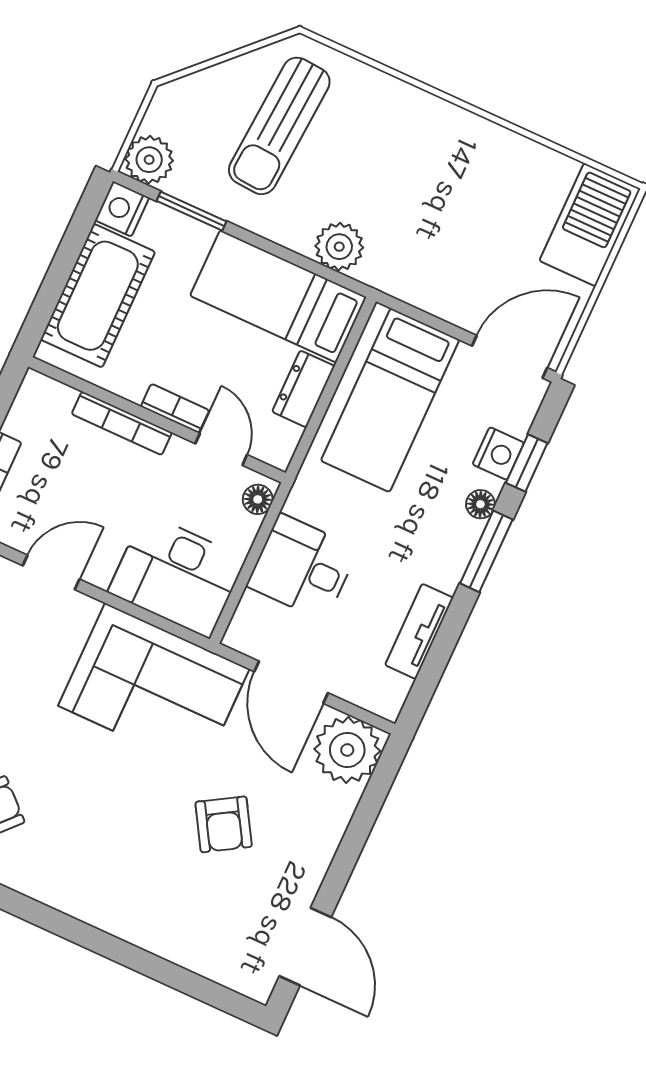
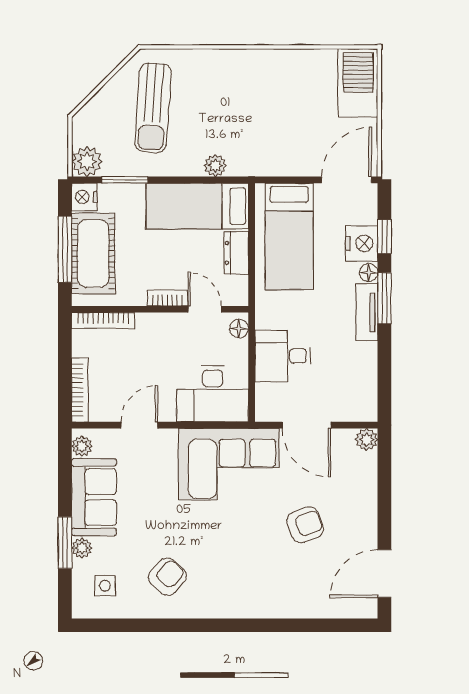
plant: (339, 247) -> (215, 166), width x0.73, depth x0.73
window: (60, 271) -> (65, 249), added
bookcase: (122, 423) -> (103, 321), moved
nightstand: (498, 454) -> (362, 243), width x1.36, depth x1.33
tv unit: (419, 631) -> (367, 312), moved
plant: (347, 750) -> (367, 440), width x0.53, depth x0.53
armchair: (224, 824) -> (305, 525), turned -80
door: (305, 947) -> (384, 574), swing flipped

